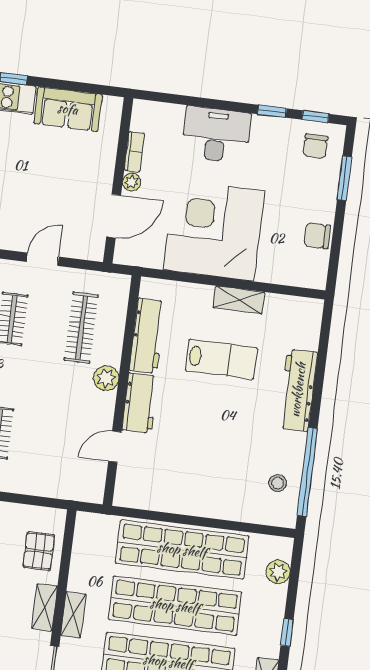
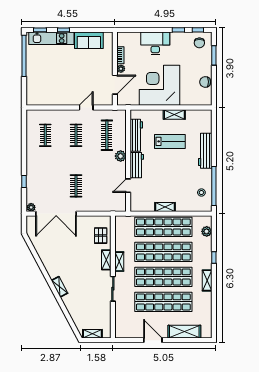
shelving: (191, 505) -> (165, 207), added

